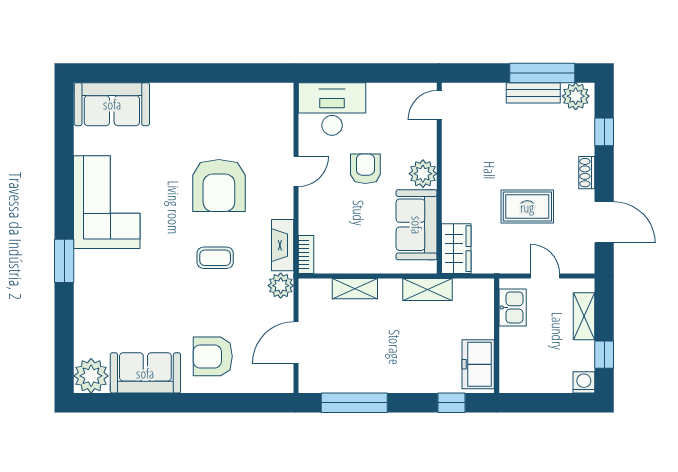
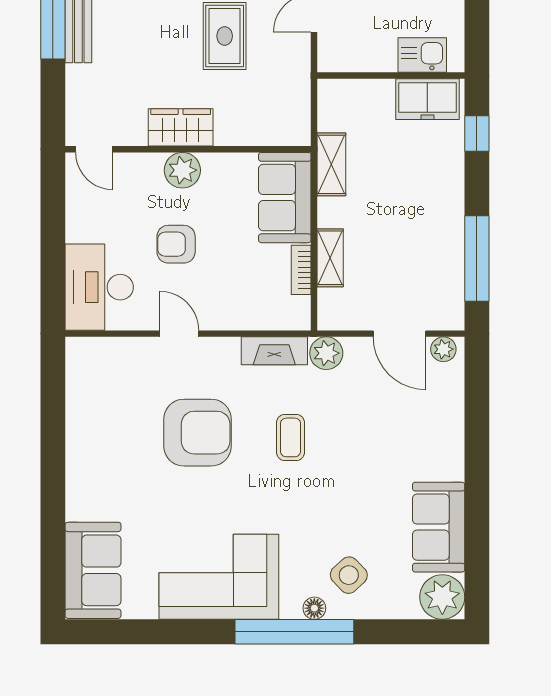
sofa: (417, 225) -> (285, 198), moved, turned 90
wardrobe: (456, 249) -> (181, 127), moved
bookcase: (306, 255) -> (301, 270), moved, turned -90
window: (64, 261) -> (294, 632), width x2.11
floor lamp: (82, 276) -> (314, 608), added
side table: (108, 303) -> (349, 575), added
kitchen sink: (513, 307) -> (422, 55), moved
armchair: (213, 356) -> (417, 441), removed
plant: (284, 377) -> (443, 349), added

